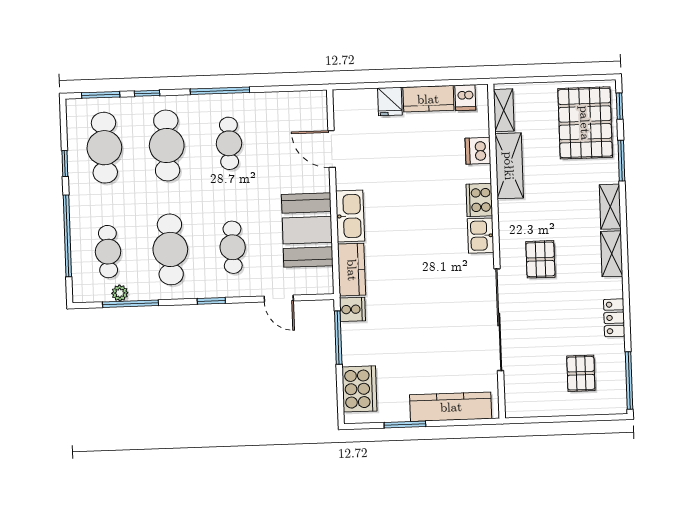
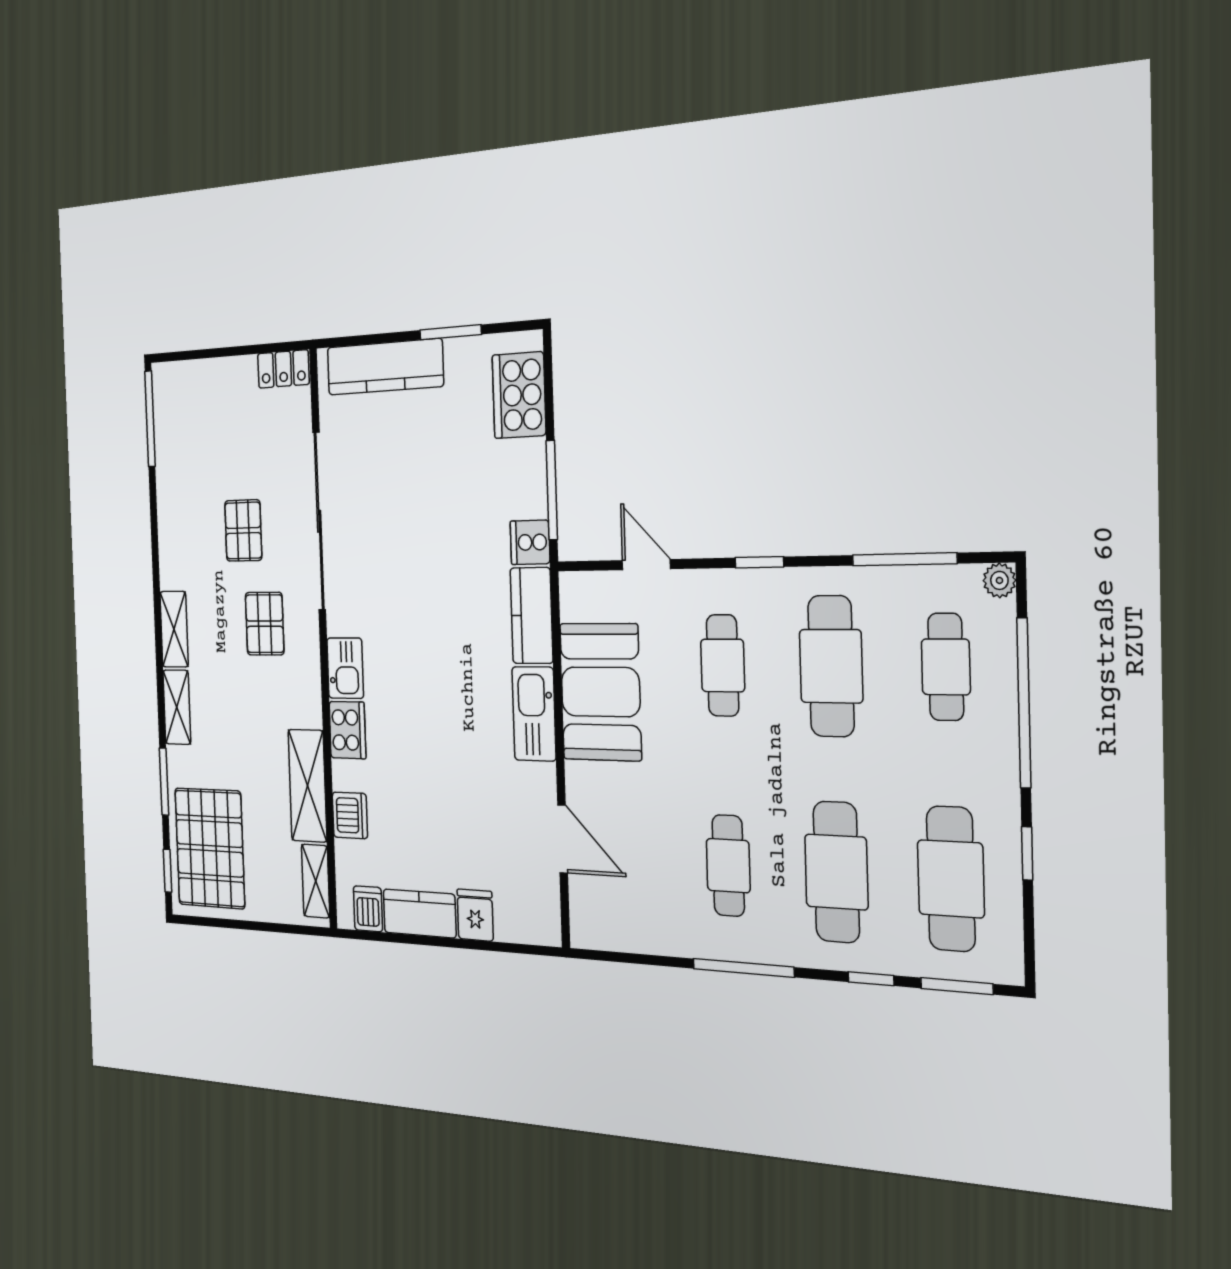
plant: (120, 293) -> (999, 580), moved
locker: (614, 318) -> (283, 369), moved, turned 90
pallet: (581, 373) -> (243, 531), moved

